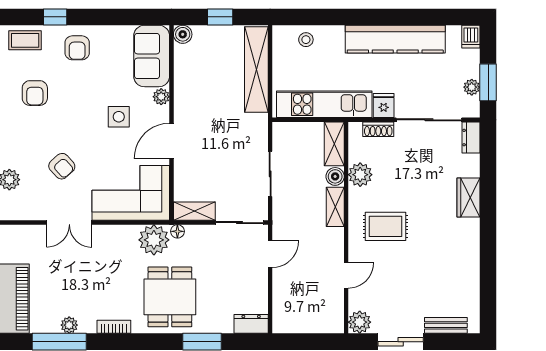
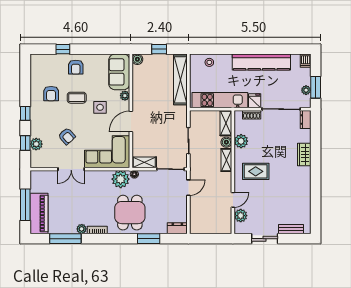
coffee table: (25, 40) -> (77, 98), moved
plant: (360, 322) -> (241, 216), moved
plant: (69, 325) -> (82, 229), moved

